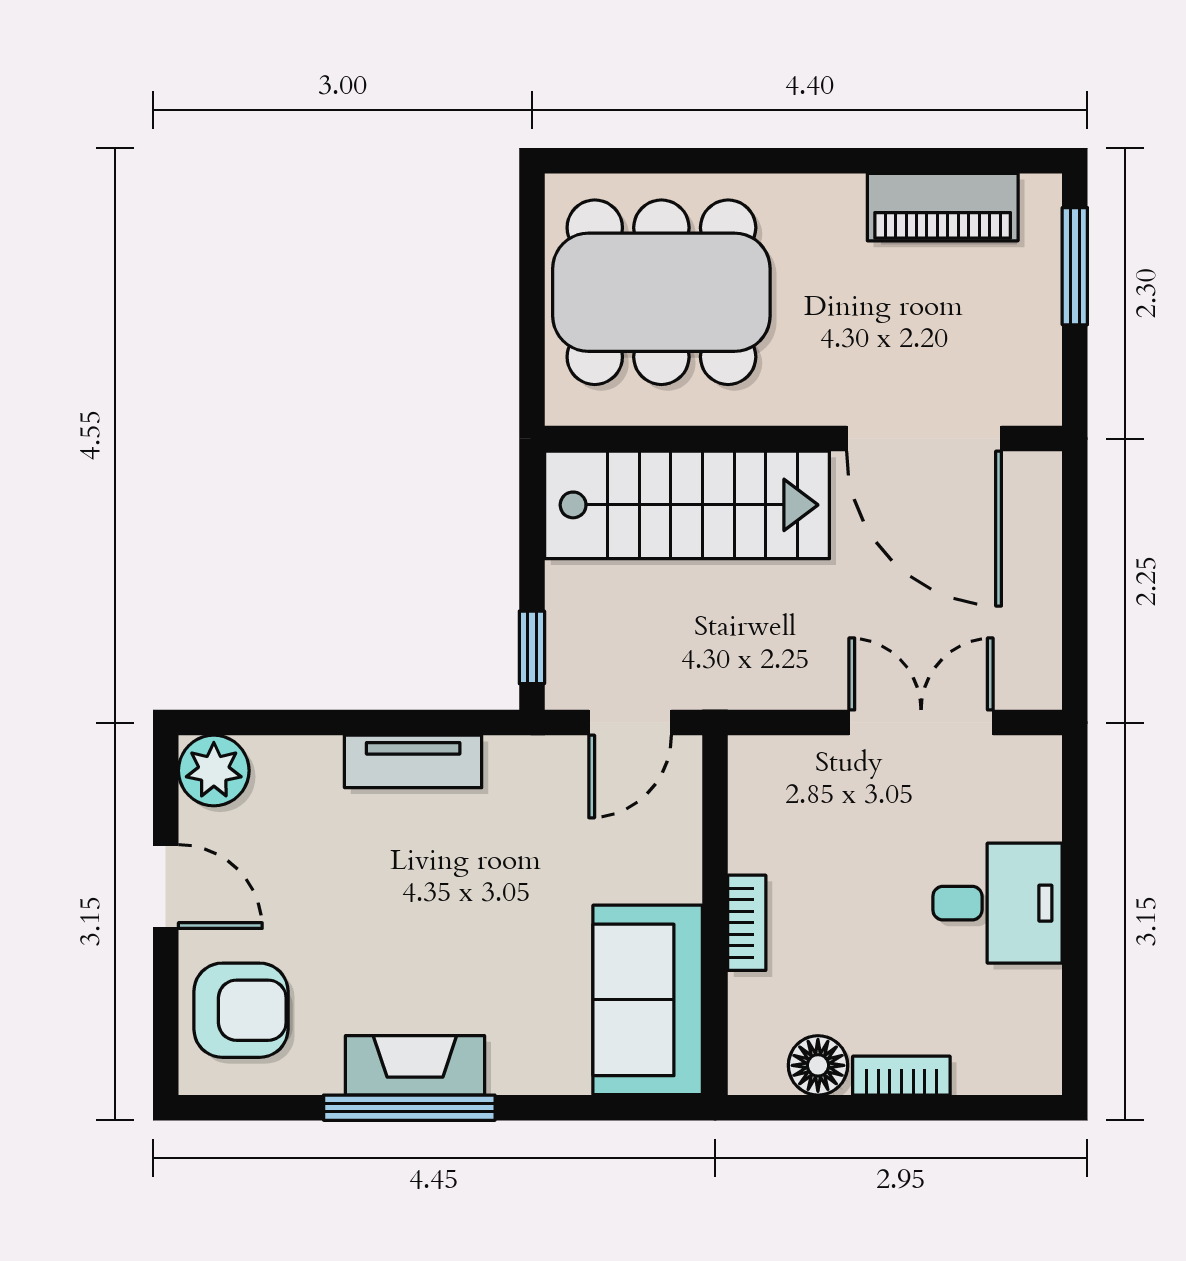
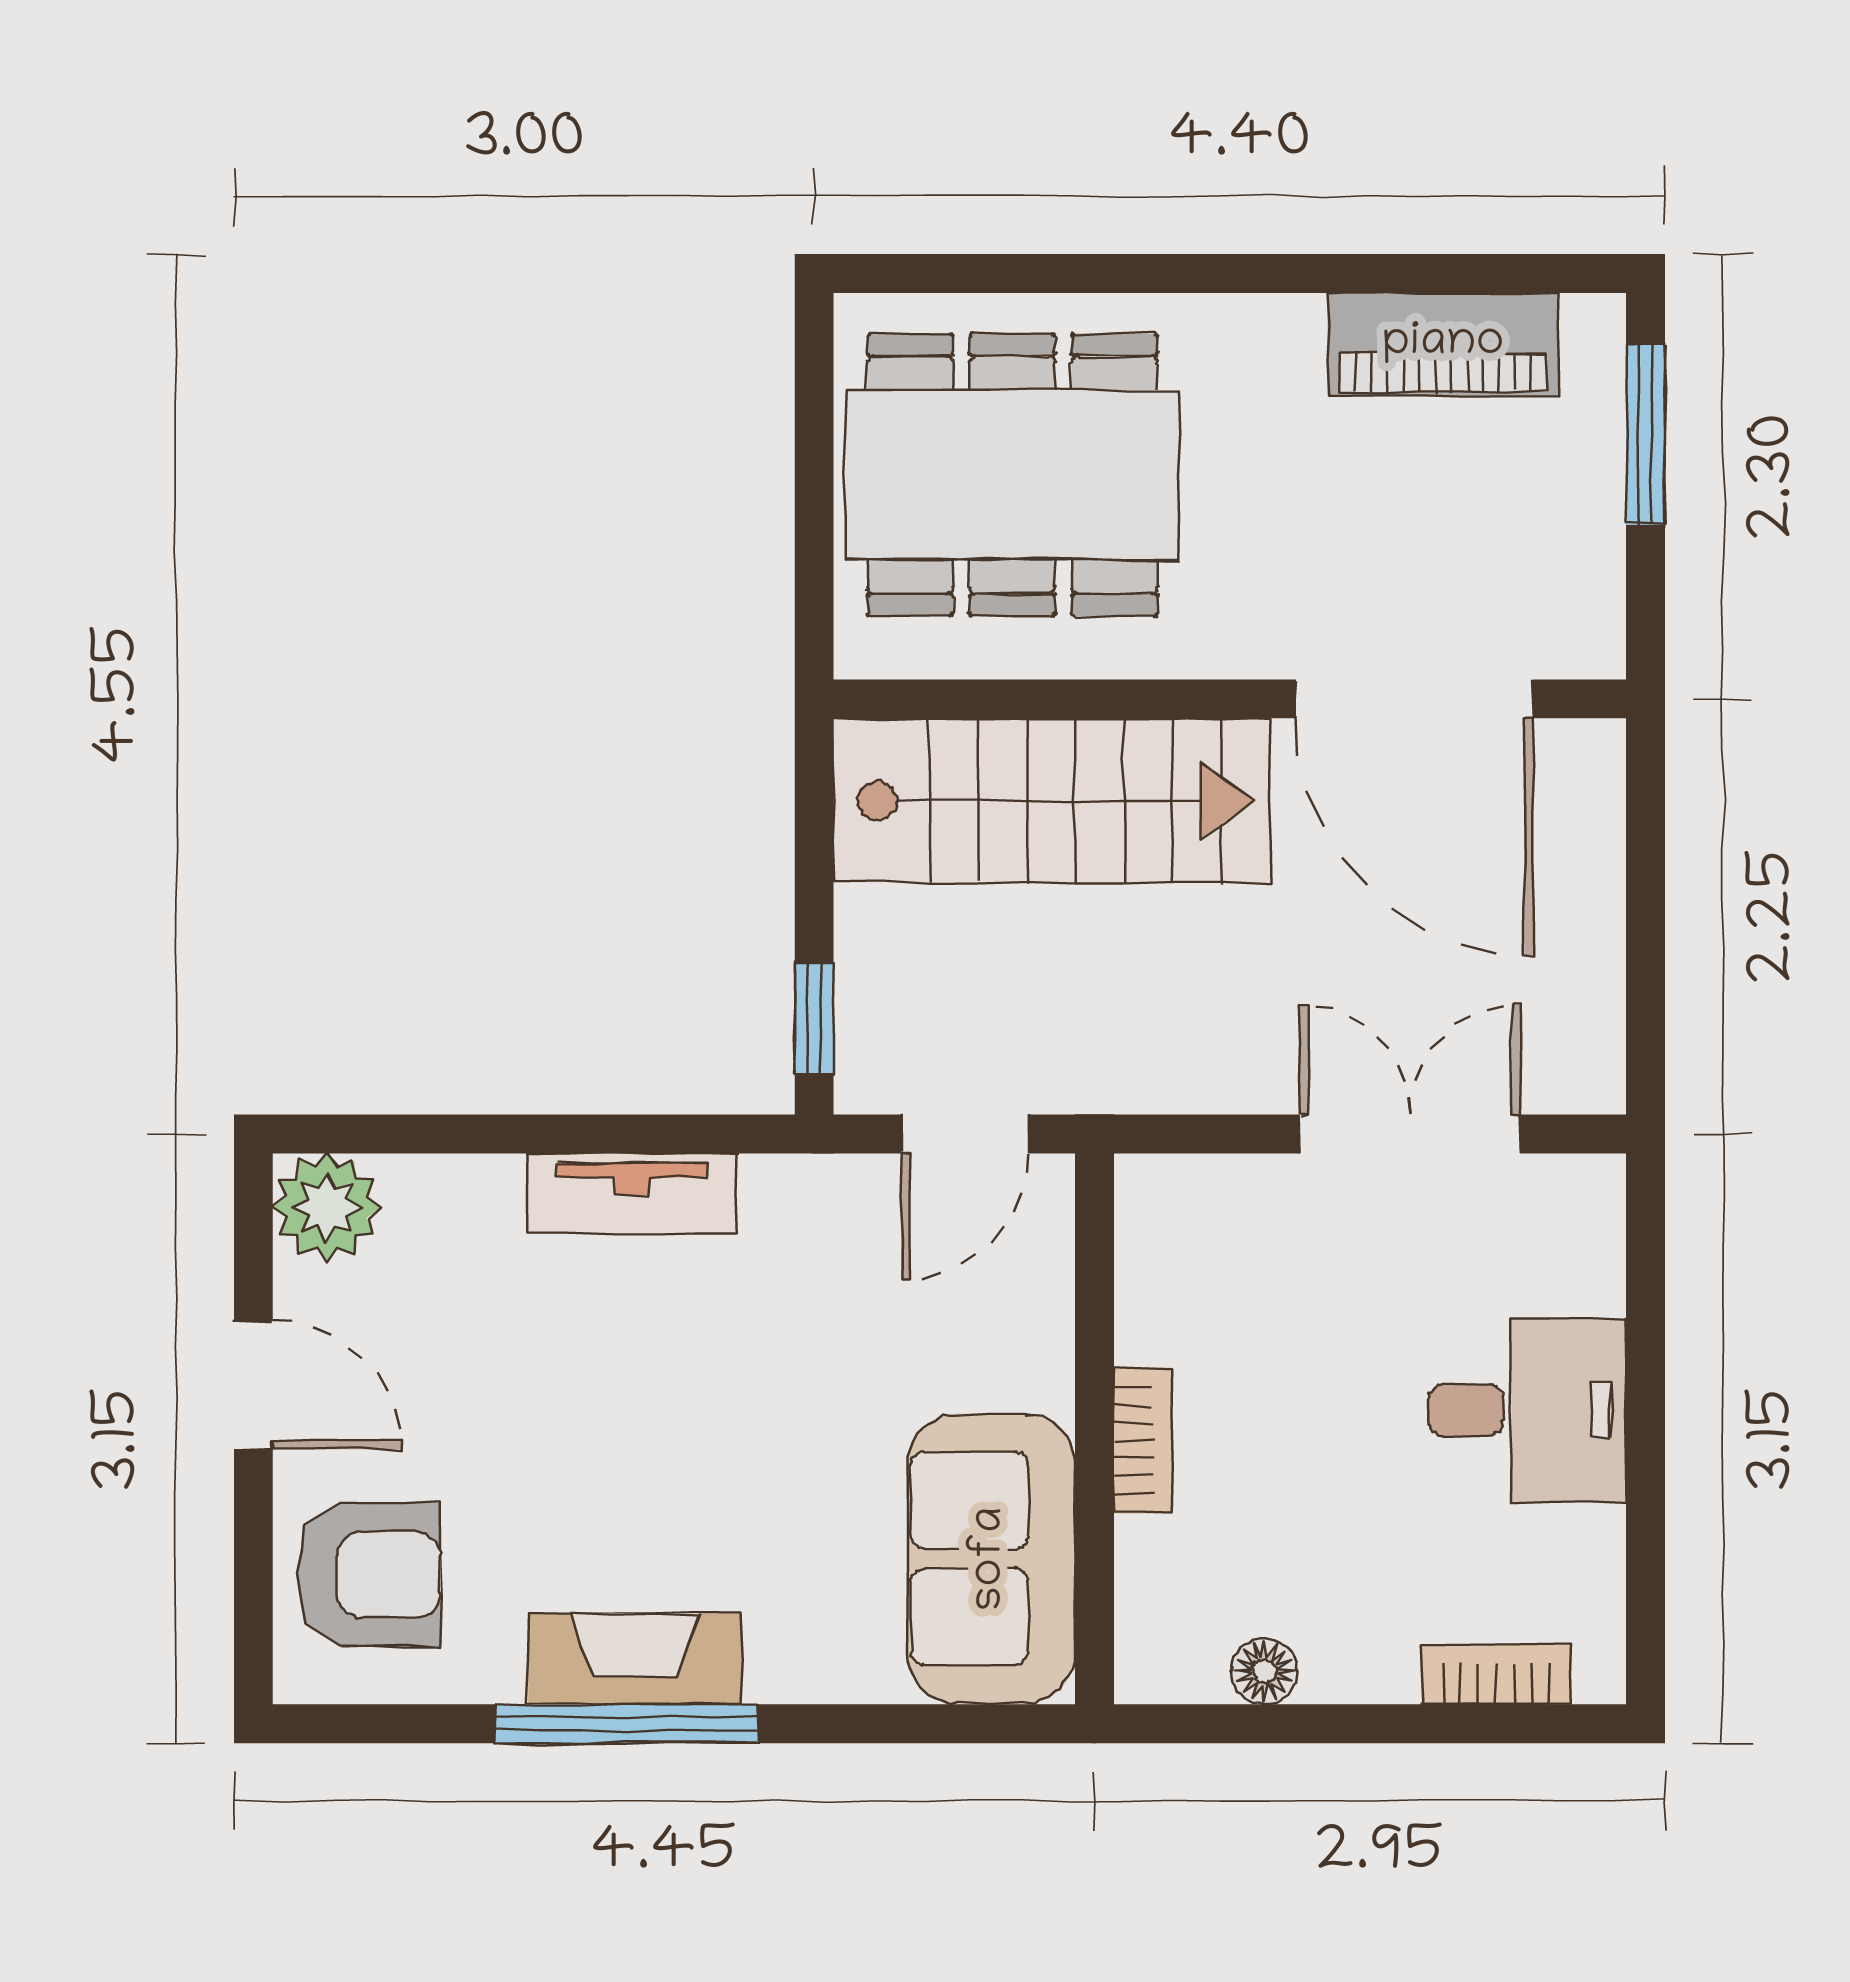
floor lamp: (818, 1065) -> (1265, 1671), width x0.73, depth x0.73
bookcase: (901, 1076) -> (1496, 1675), moved

